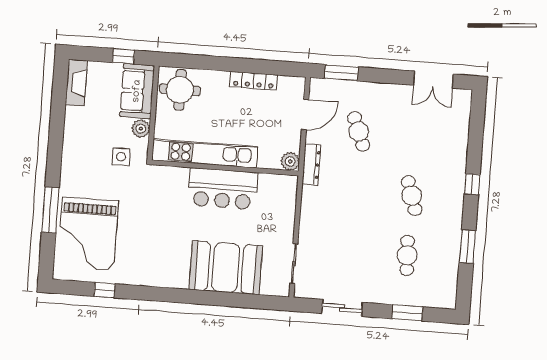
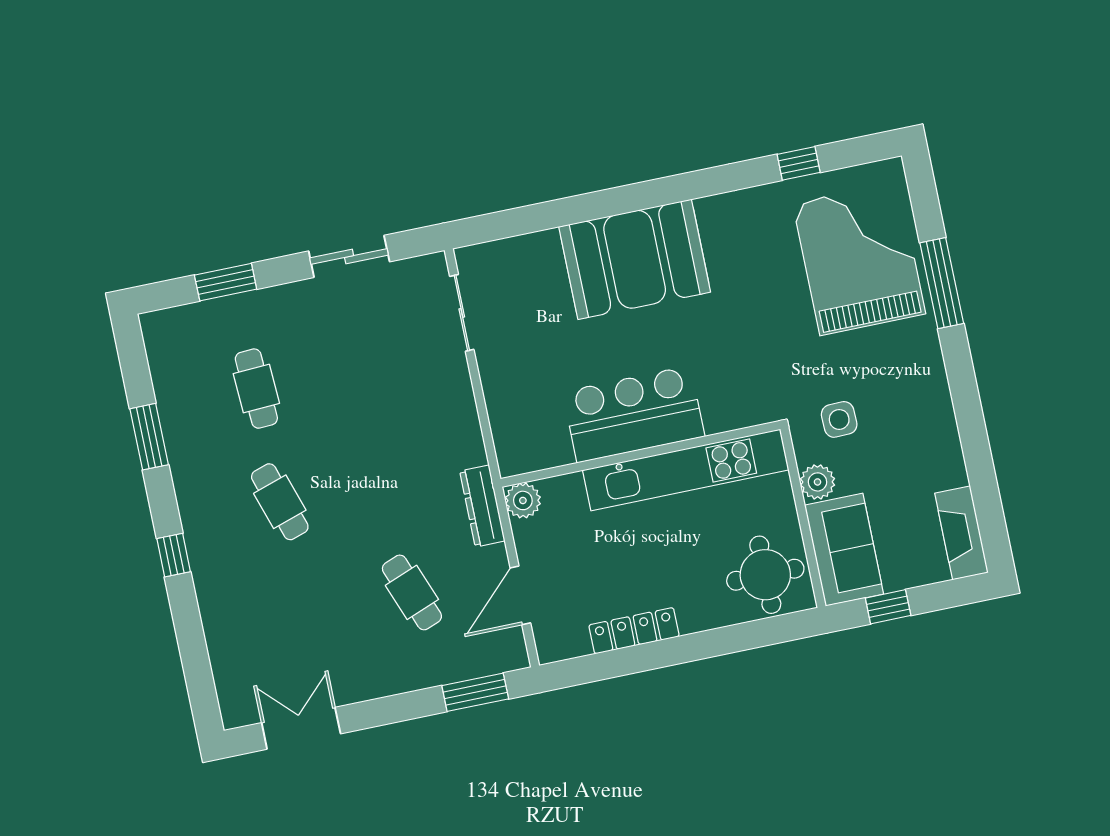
booth: (226, 268) -> (635, 259), moved

